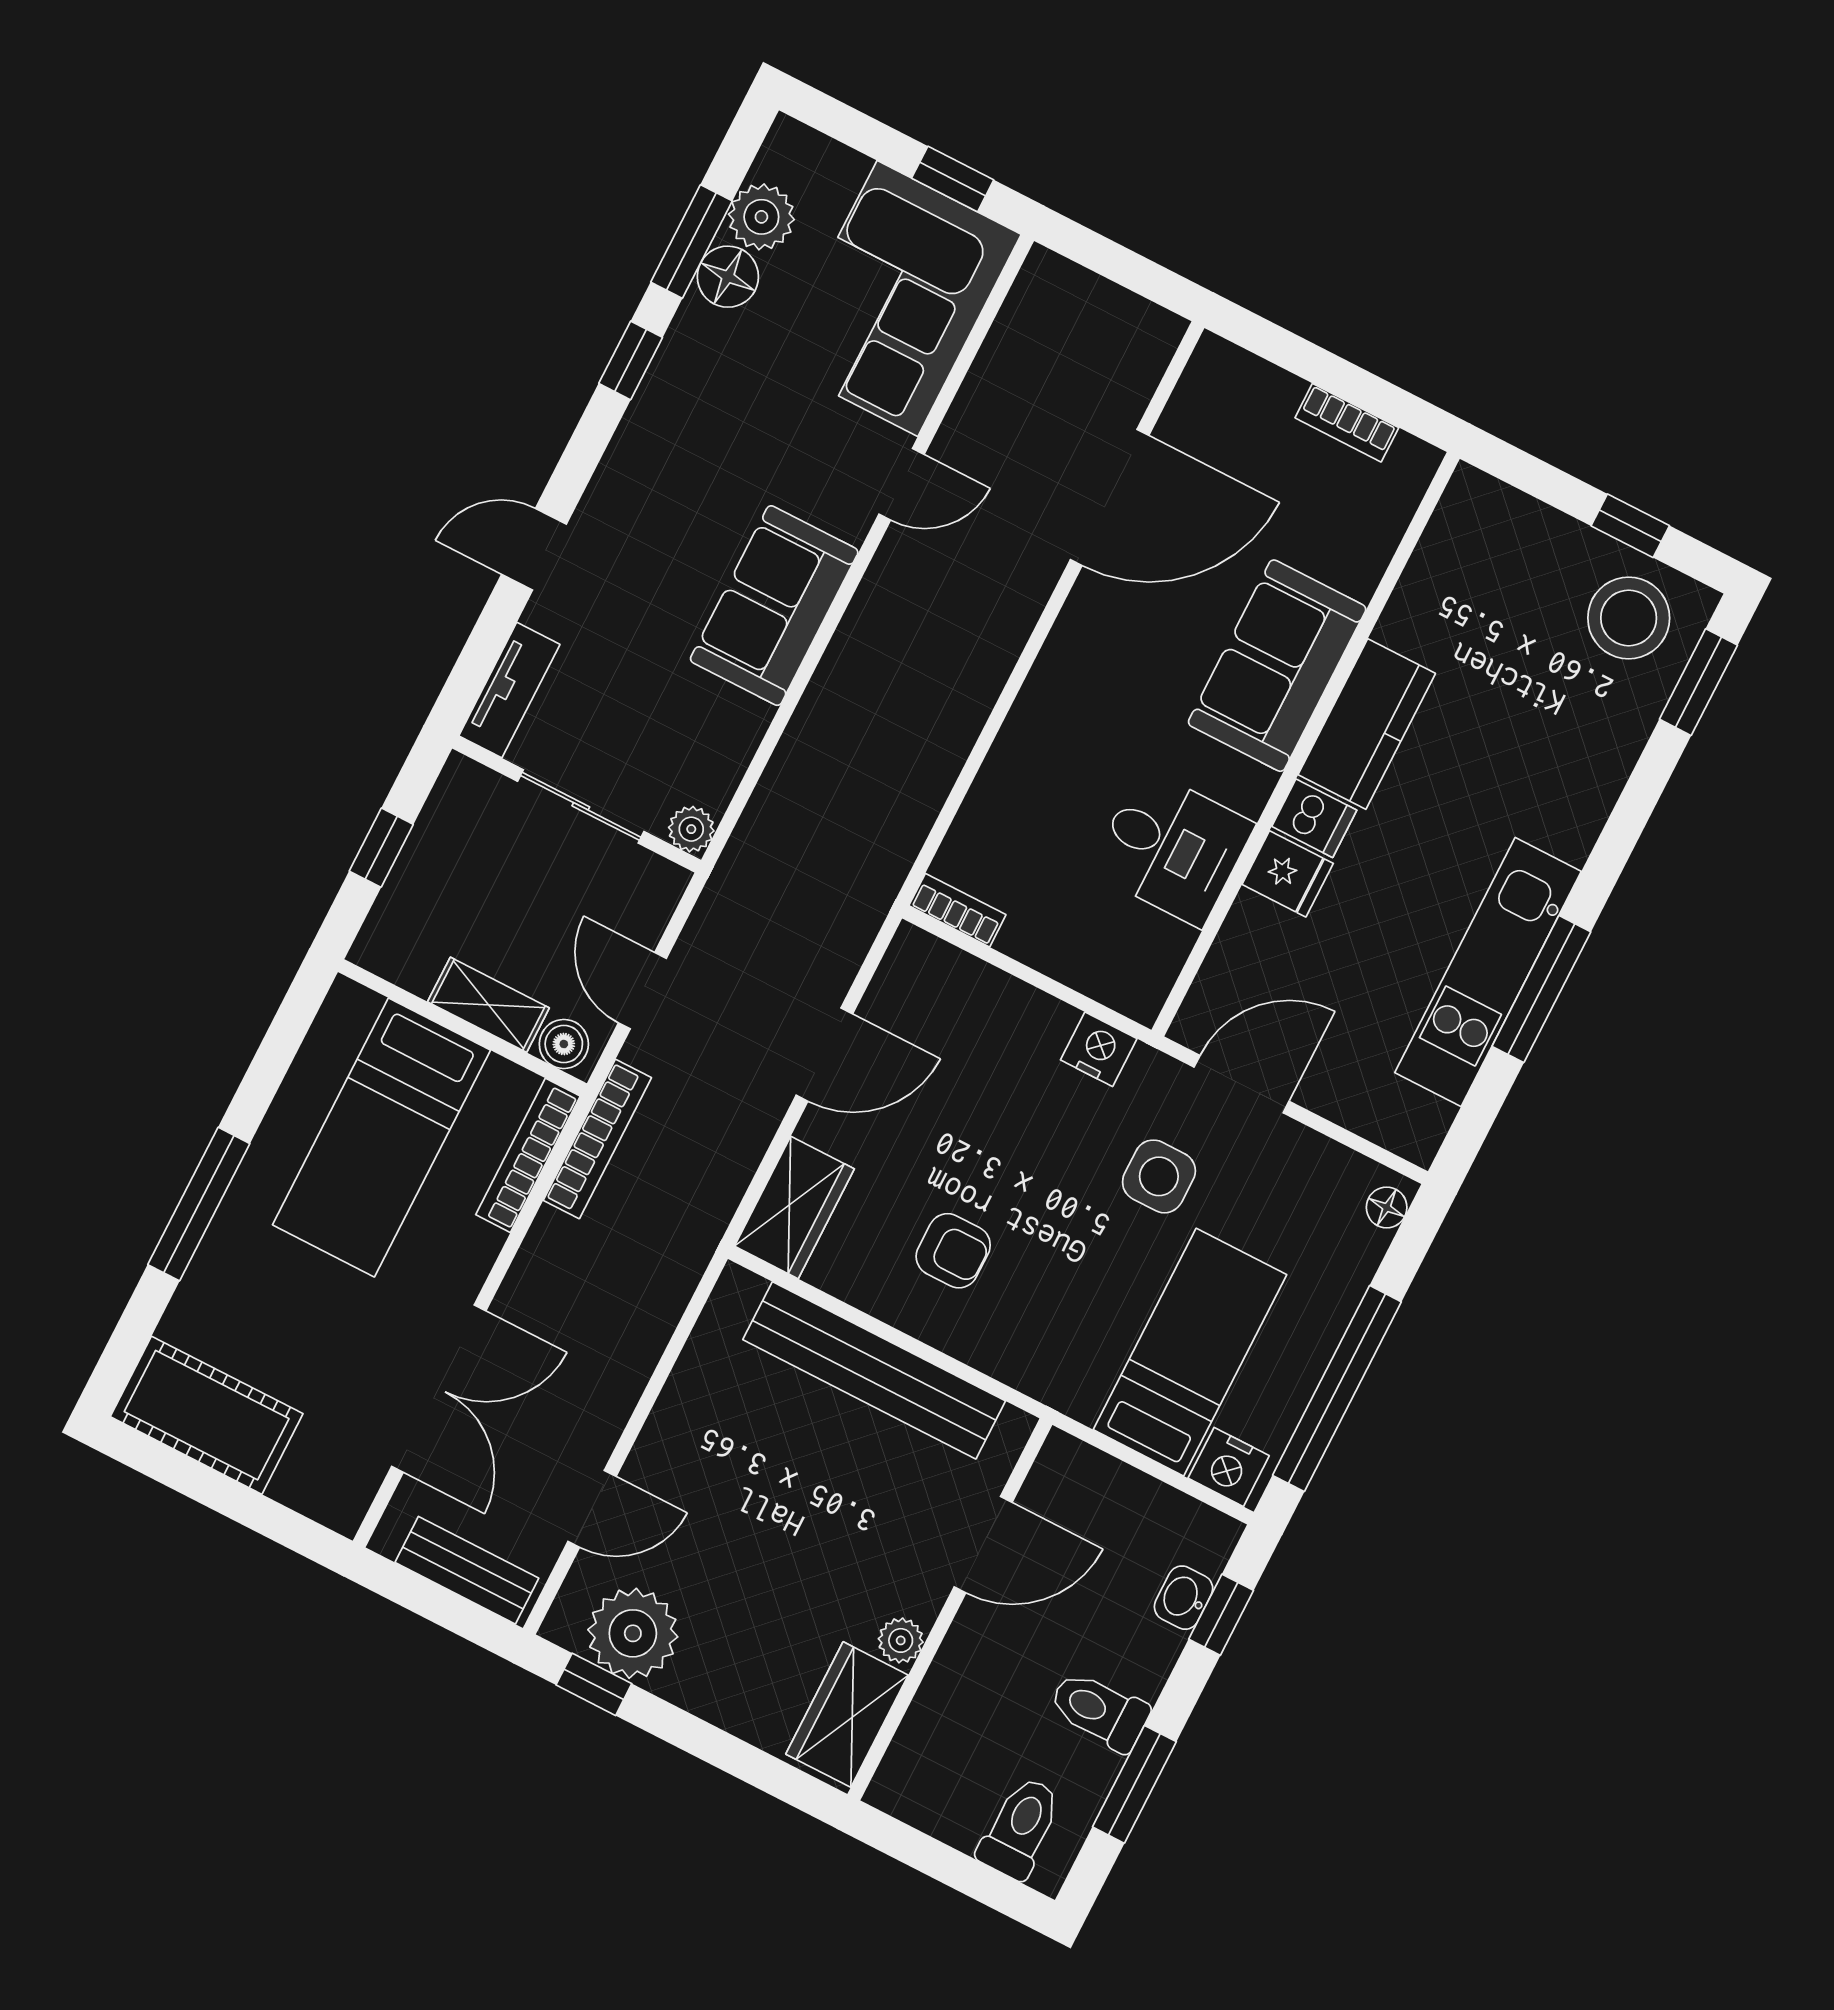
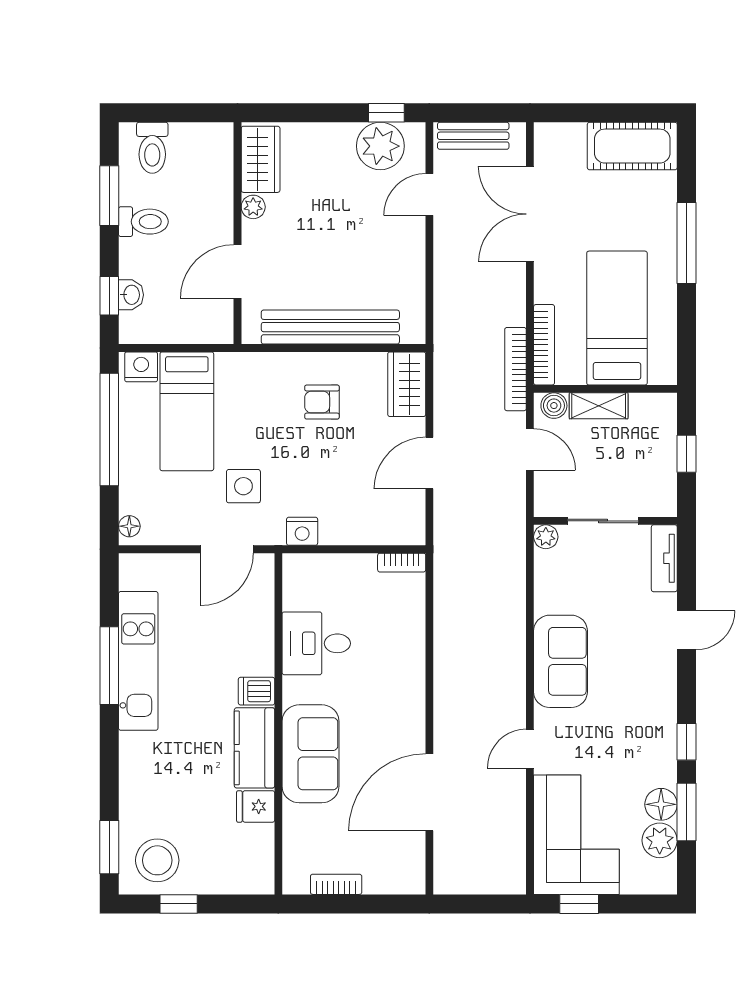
fridge: (1288, 874) -> (256, 806), moved

